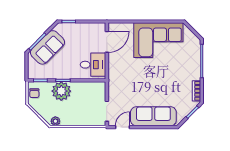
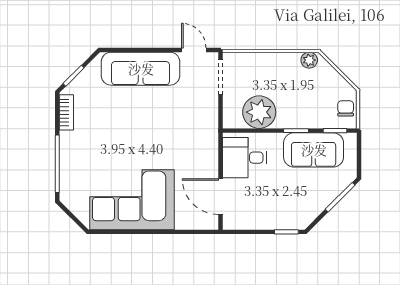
door: (107, 42) -> (221, 197), hinge flipped
sofa: (48, 47) -> (314, 150), moved, turned -135
plant: (61, 91) -> (259, 112), moved
door: (123, 127) -> (194, 50), swing flipped

